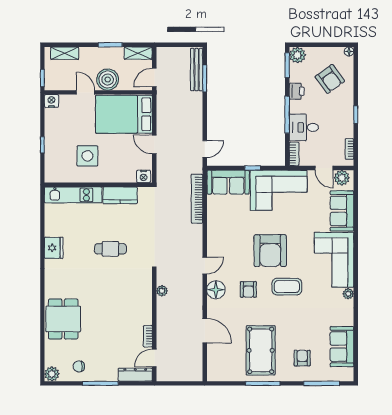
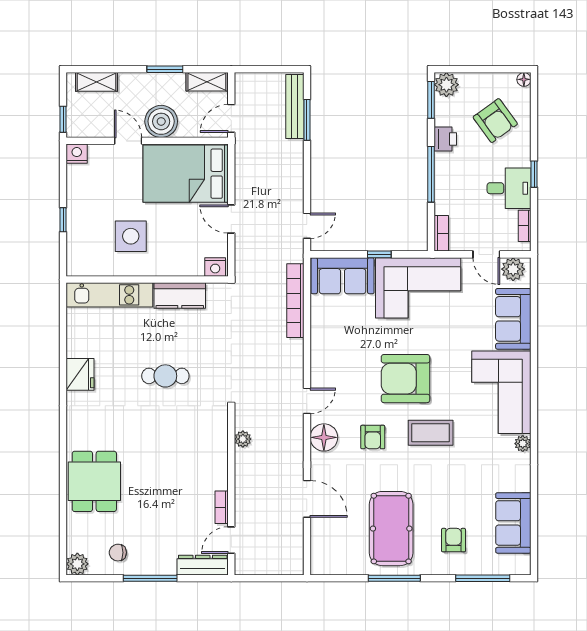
desk: (304, 127) -> (509, 188), moved, turned 180
armchair: (270, 251) -> (405, 379), turned 90

